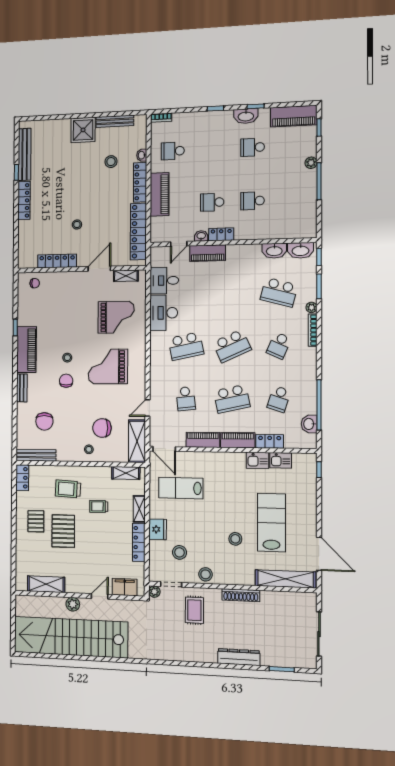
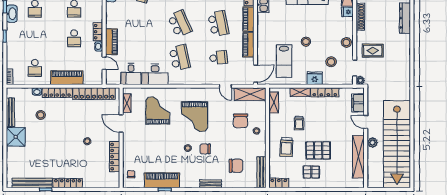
piano: (26, 350) -> (162, 180), moved
stool: (235, 539) -> (306, 42), moved
fridge: (248, 577) -> (347, 12), added
shelving: (46, 584) -> (358, 157), width x1.47

